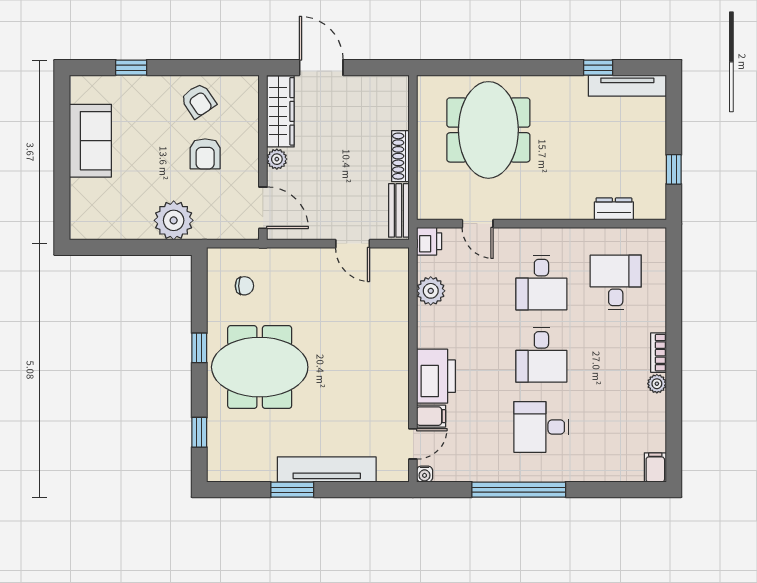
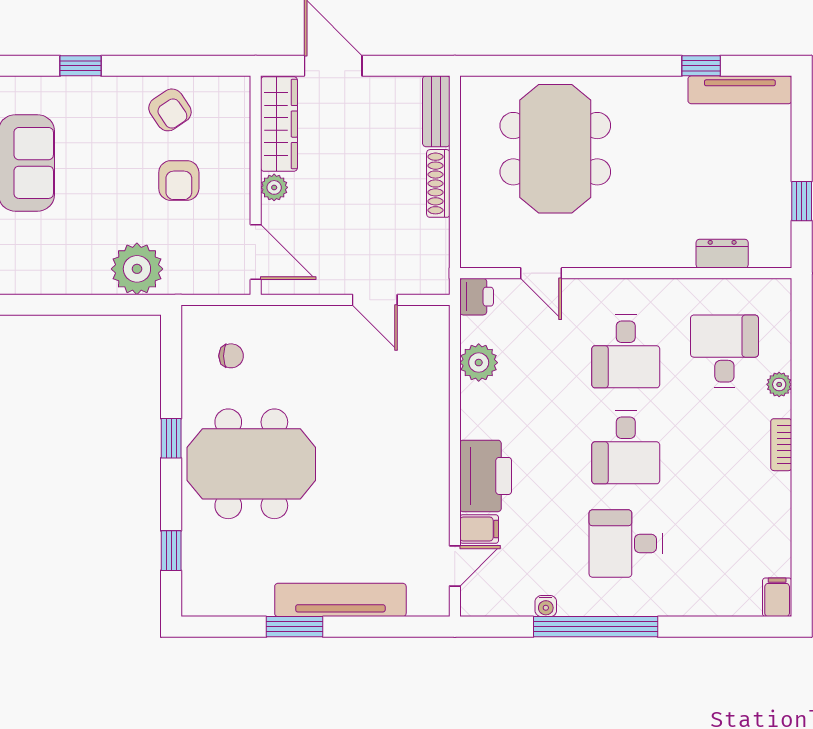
bench: (399, 210) -> (436, 111), moved
plant: (657, 384) -> (779, 384), moved
water cooler: (425, 474) -> (546, 606), moved

